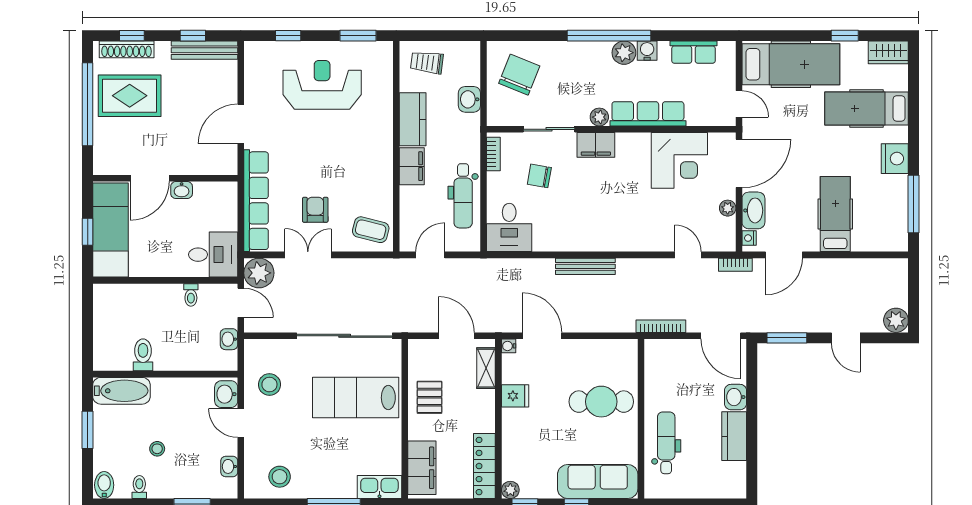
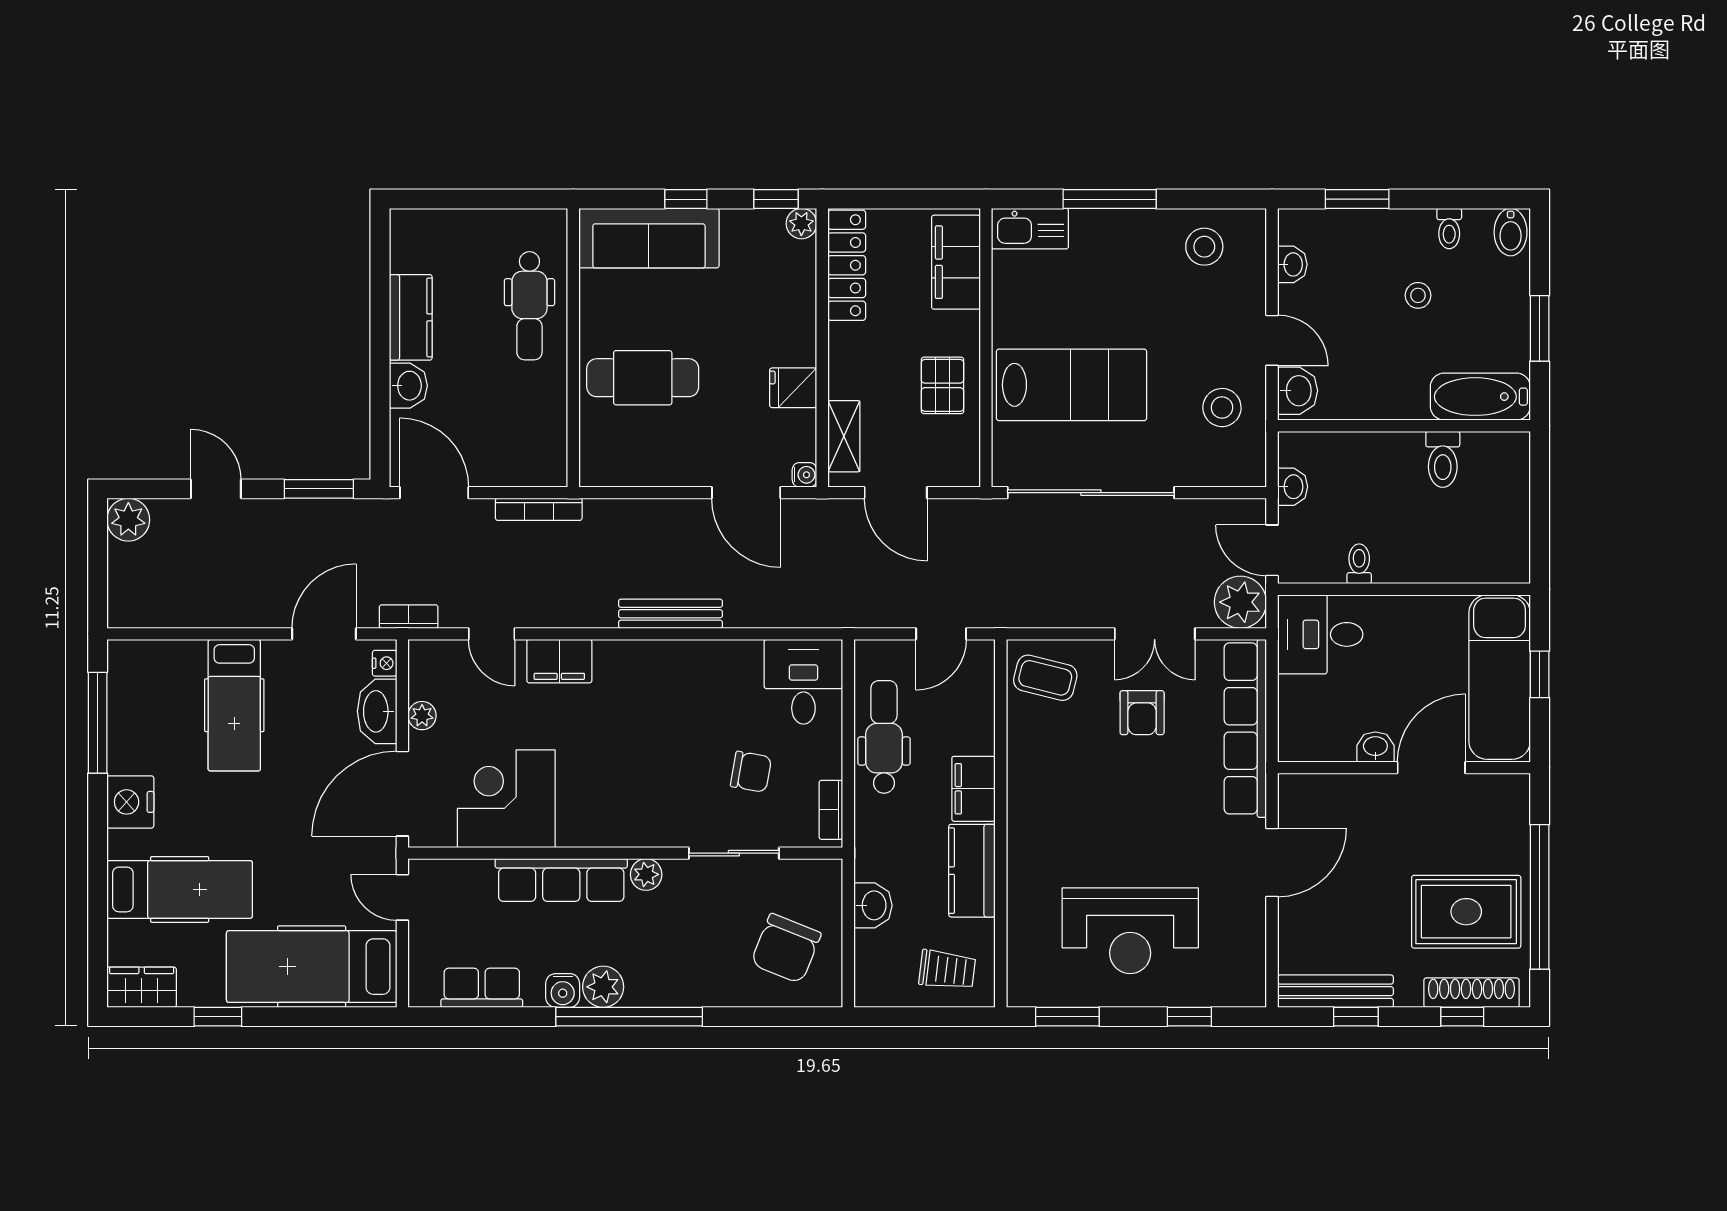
filing cabinet: (596, 145) -> (559, 661), moved, turned 180

